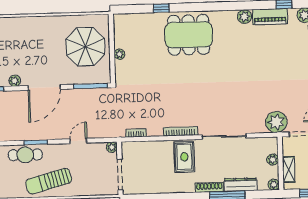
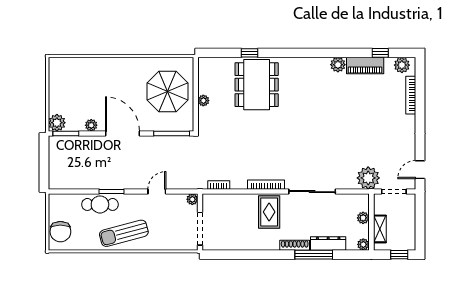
dining table: (189, 35) -> (257, 85), moved, turned 90
door: (44, 87) -> (122, 133), swing flipped

